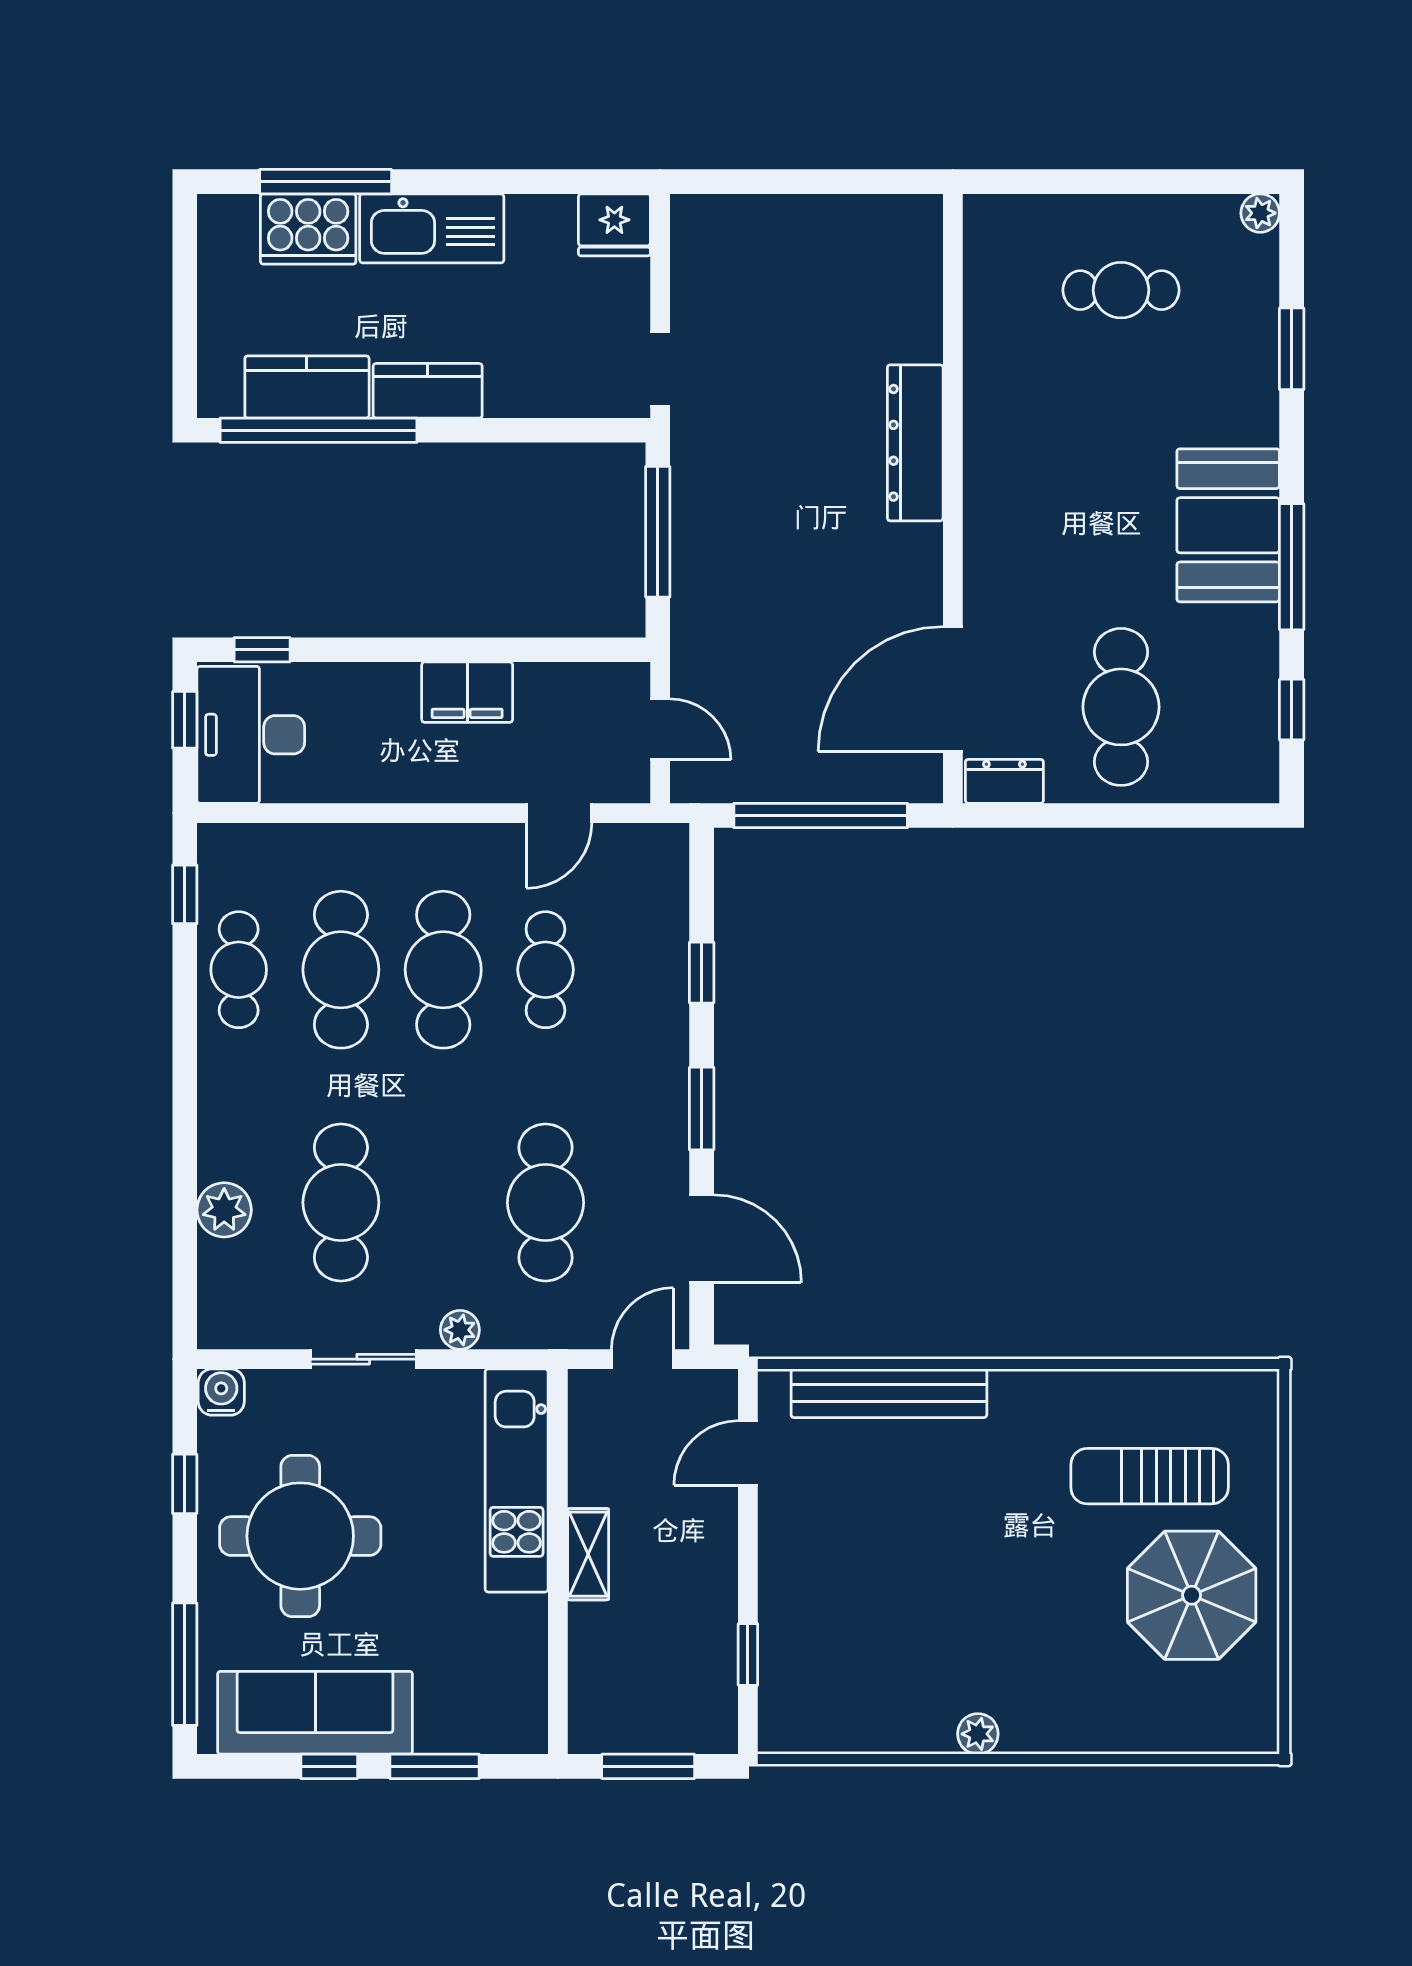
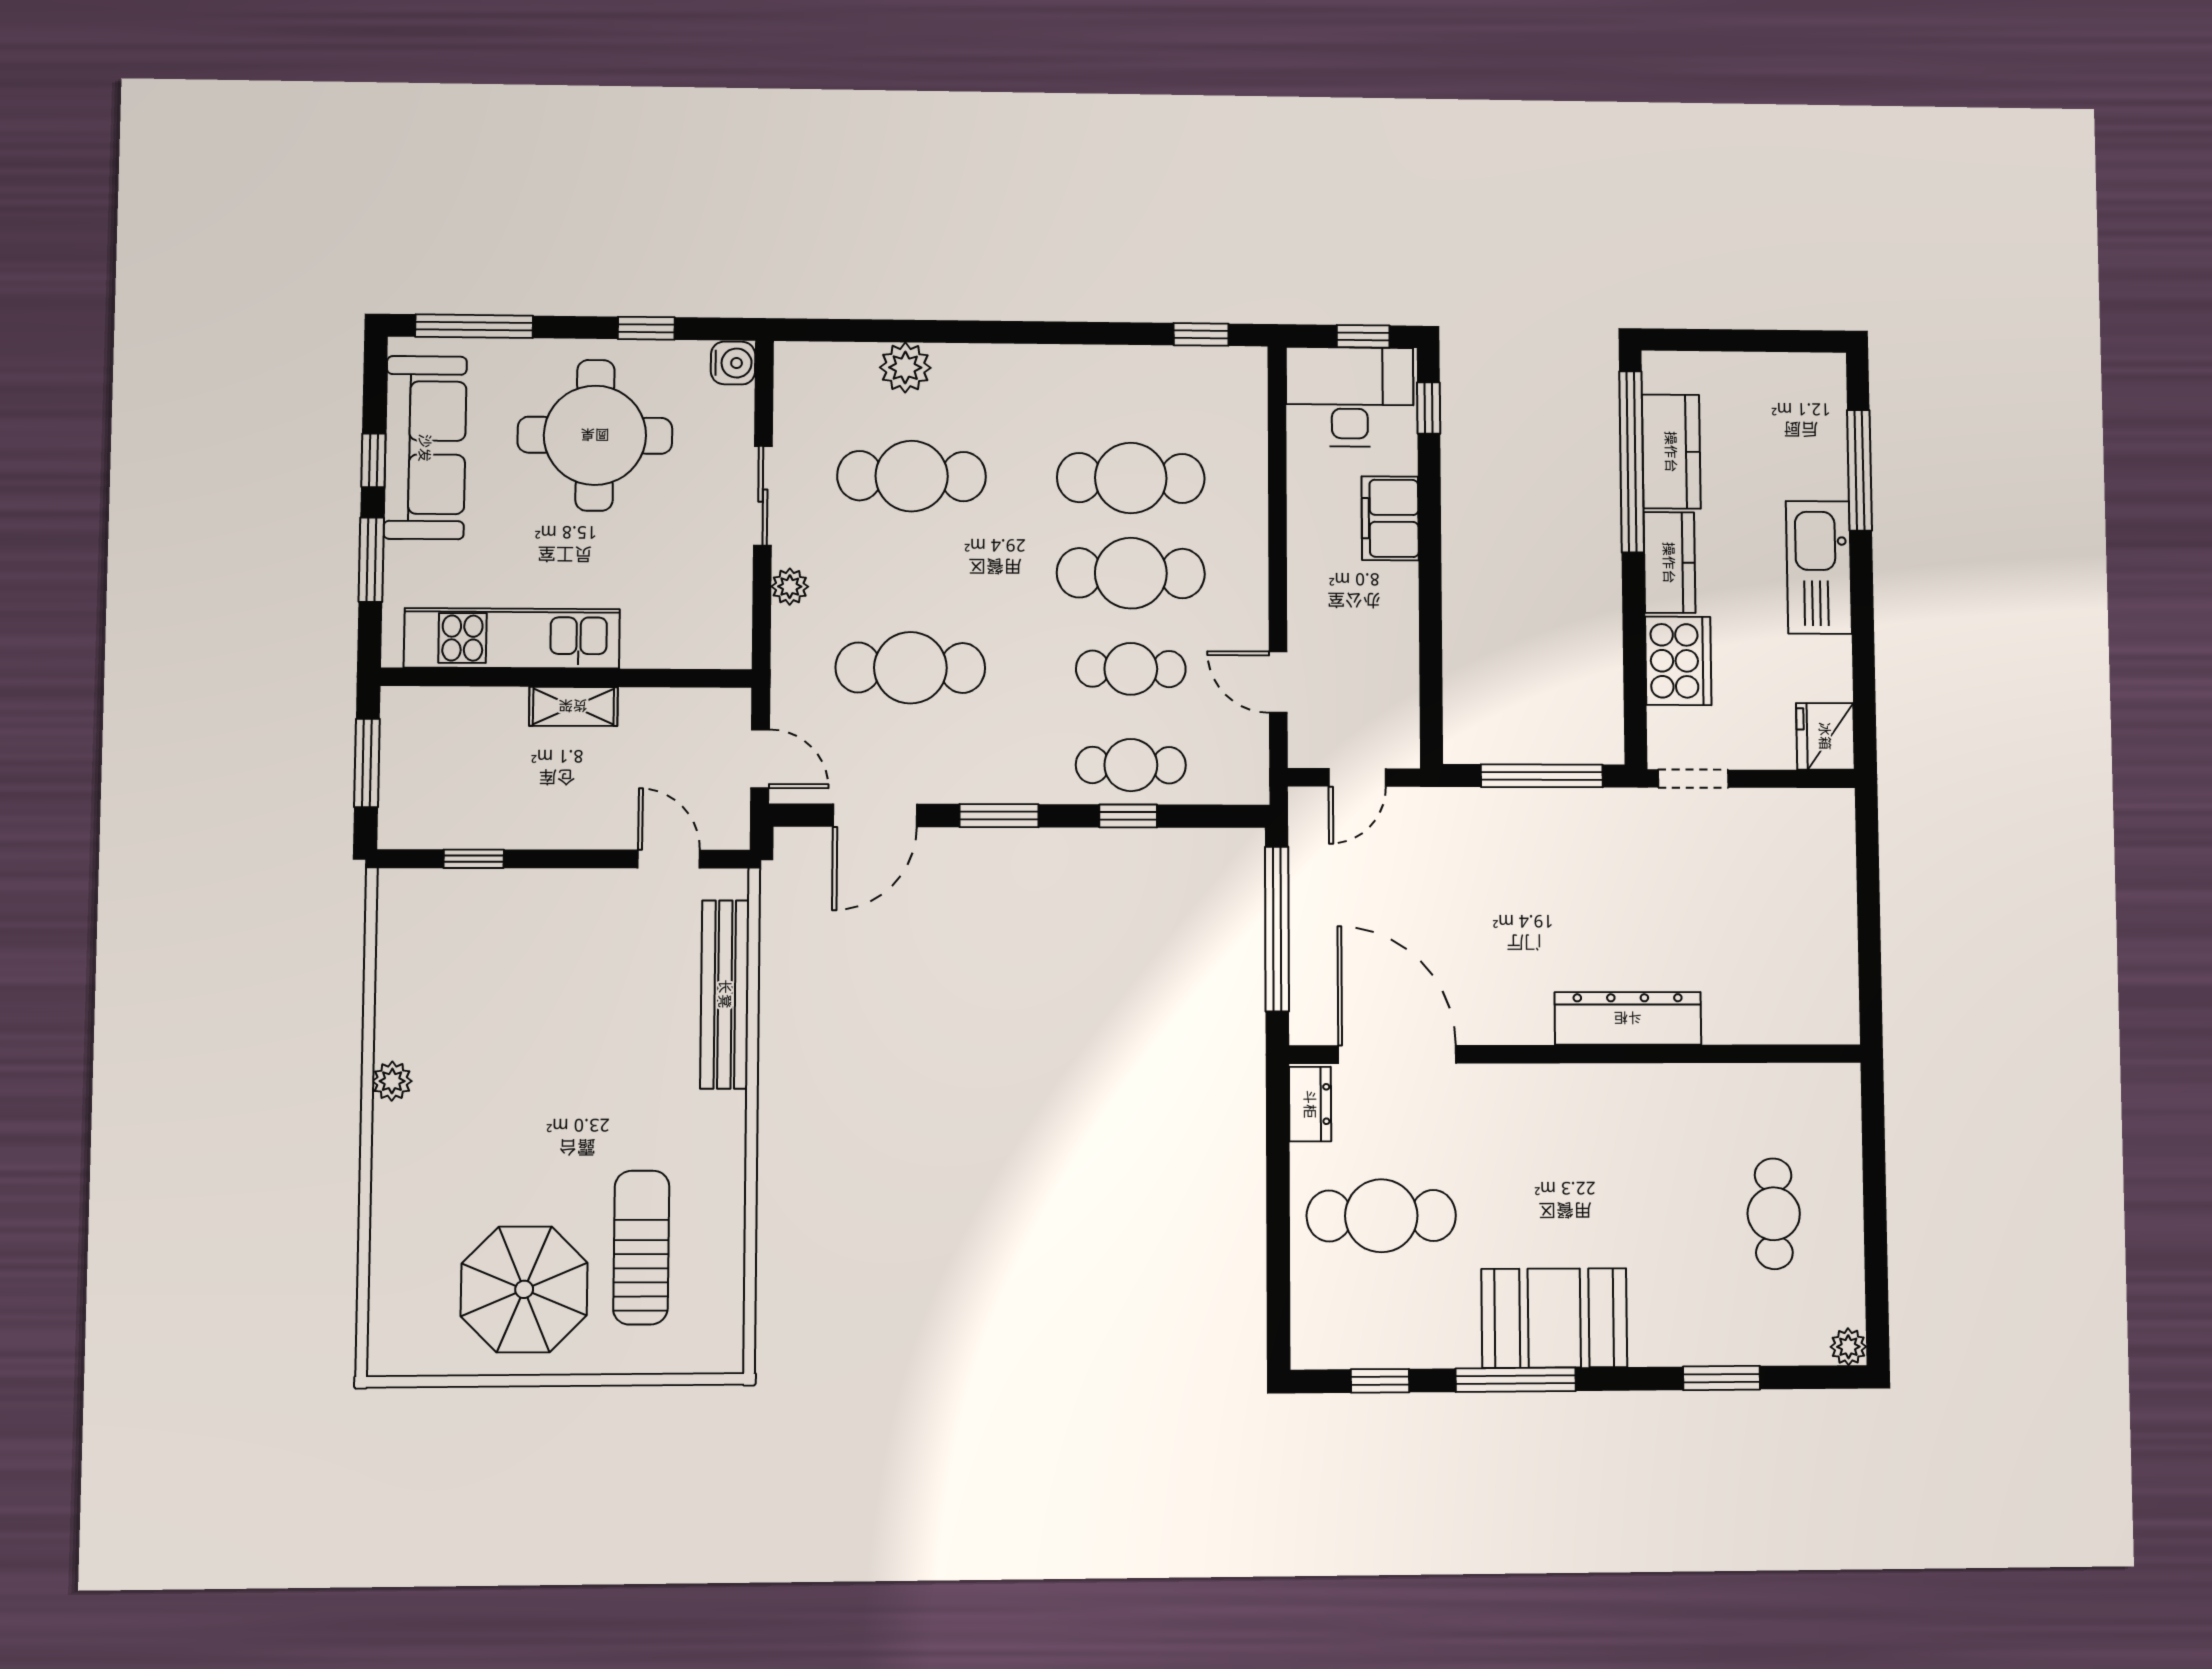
cooker: (308, 229) -> (1678, 661), moved, turned 180
filing cabinet: (467, 692) -> (1390, 518), moved
cafe table: (239, 970) -> (1131, 765), moved
kitchen unit: (517, 1480) -> (512, 638), moved

